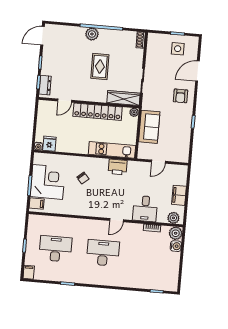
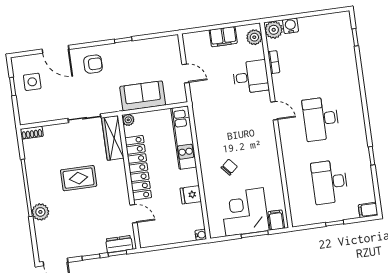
plant: (92, 34) -> (40, 212), moved
fridge: (49, 144) -> (191, 195), moved
printer: (118, 167) -> (204, 125), removed

